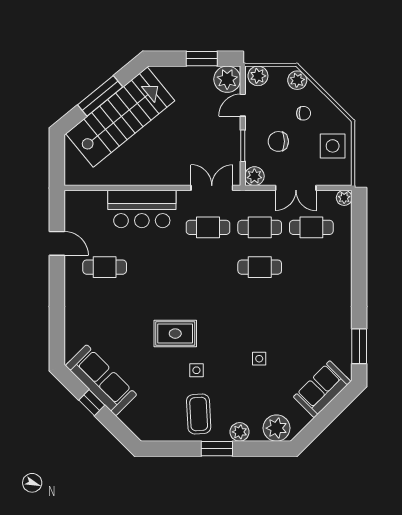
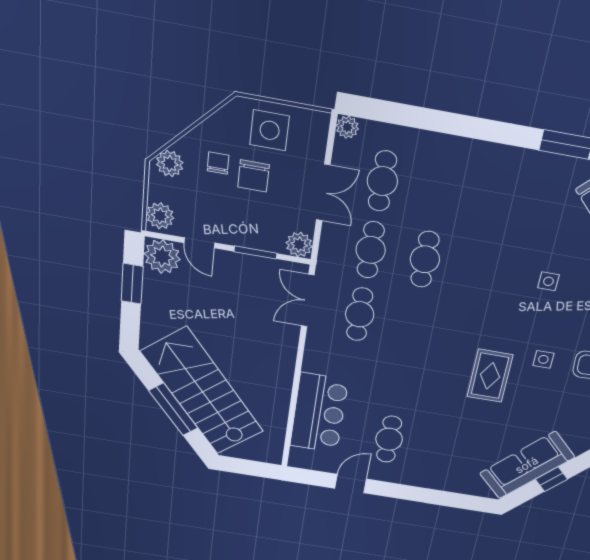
chair: (278, 141) -> (254, 176), moved
bar counter: (142, 209) -> (319, 413), moved

